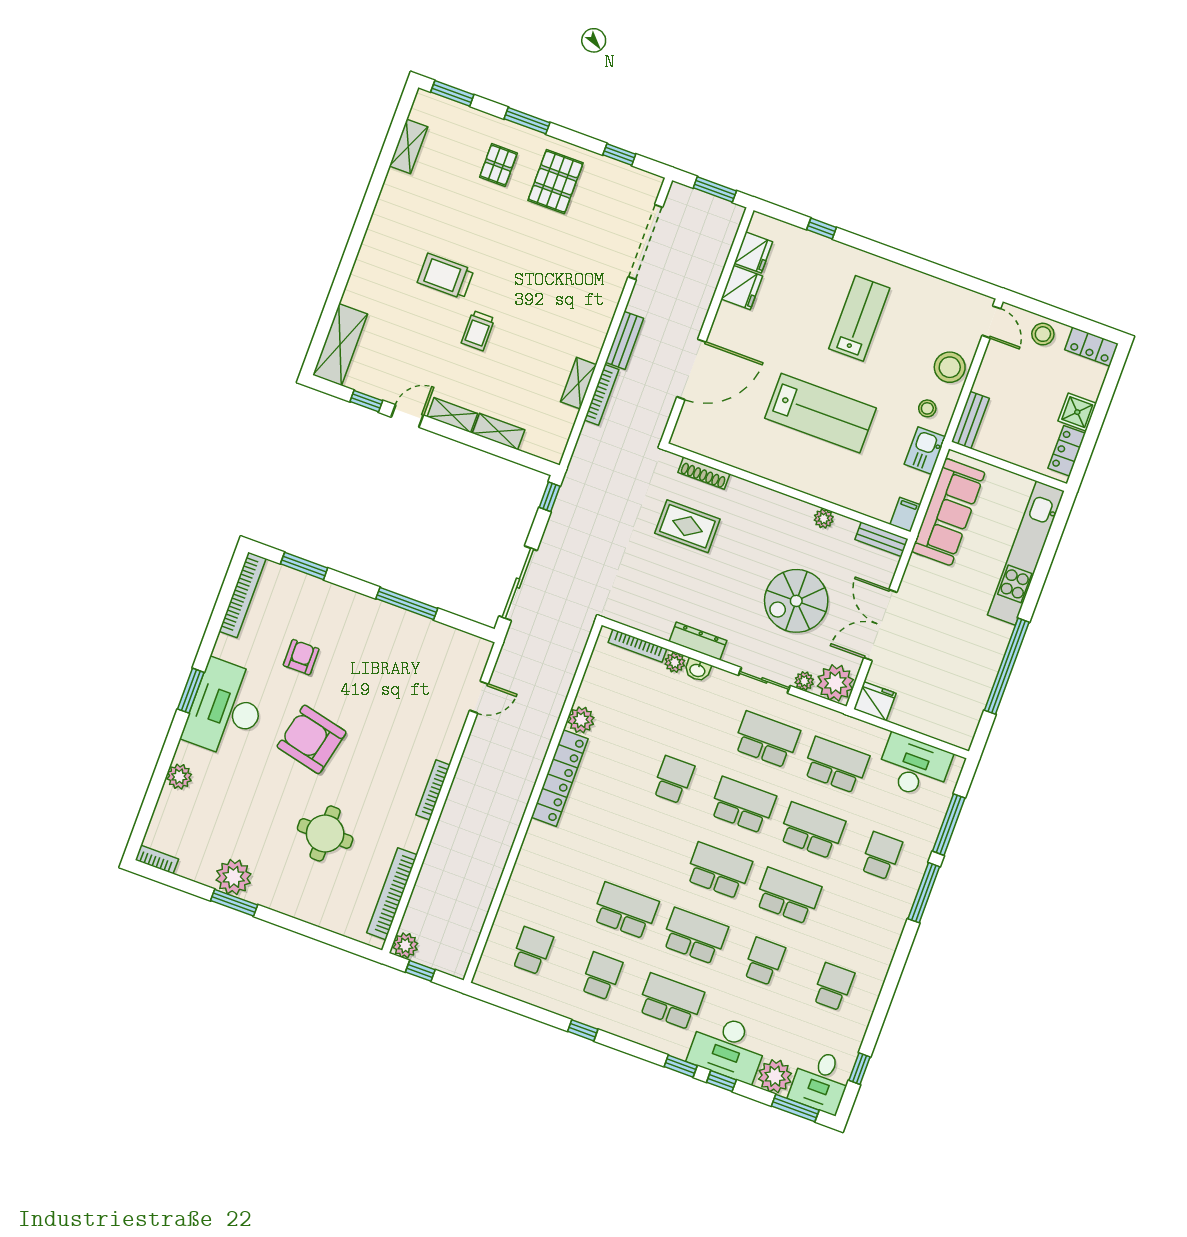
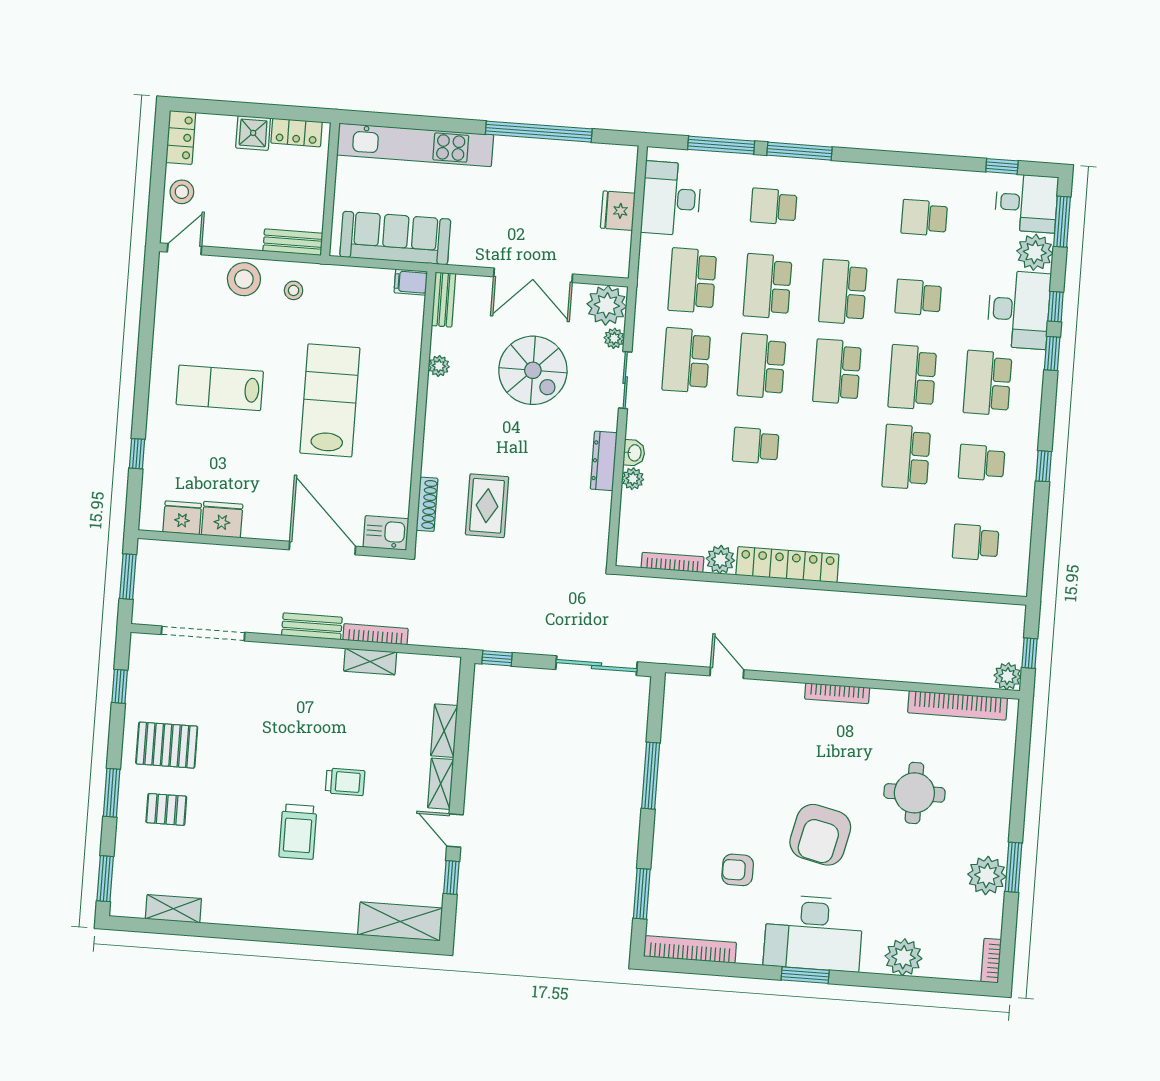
kitchen sink: (925, 451) -> (386, 533), moved, turned 180
bookcase: (638, 646) -> (673, 562), moved, turned -90
fridge: (875, 701) -> (618, 211), moved
plant: (179, 777) -> (903, 957), width x1.36, depth x1.36

